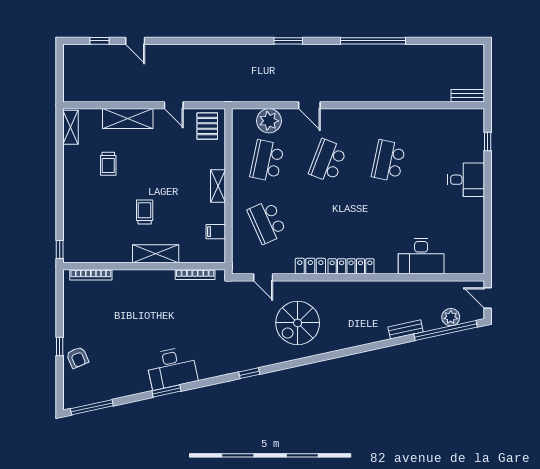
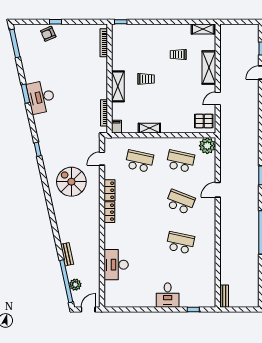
plant: (269, 121) -> (207, 146), moved
shelving: (218, 186) -> (149, 128), moved
school desk: (267, 222) -> (139, 161), turned 36
filing cabinet: (216, 232) -> (117, 127), moved
locker: (351, 266) -> (109, 212), width x0.66

